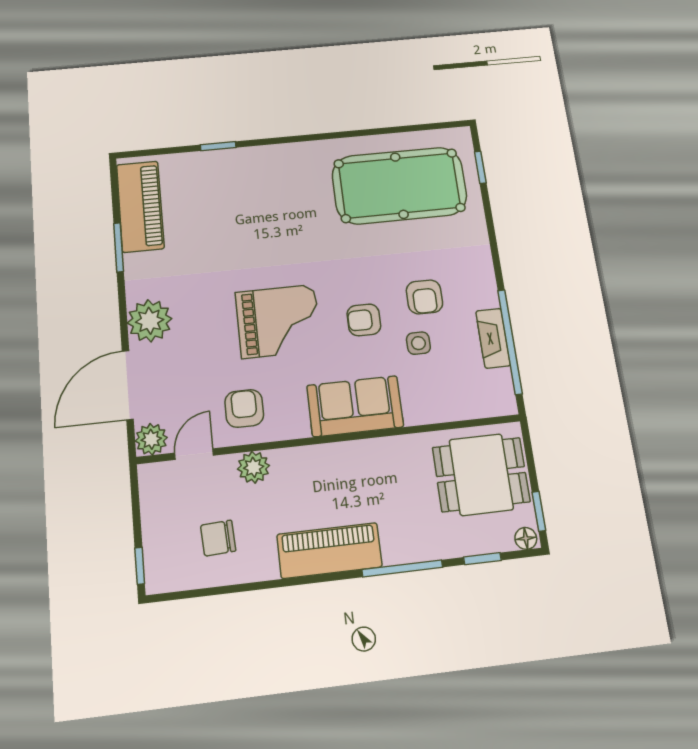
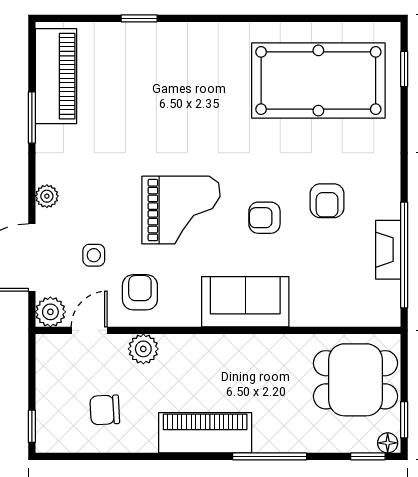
plant: (150, 321) -> (47, 196), width x0.53, depth x0.53
side table: (418, 343) -> (94, 255), moved
window: (482, 559) -> (368, 456), moved

